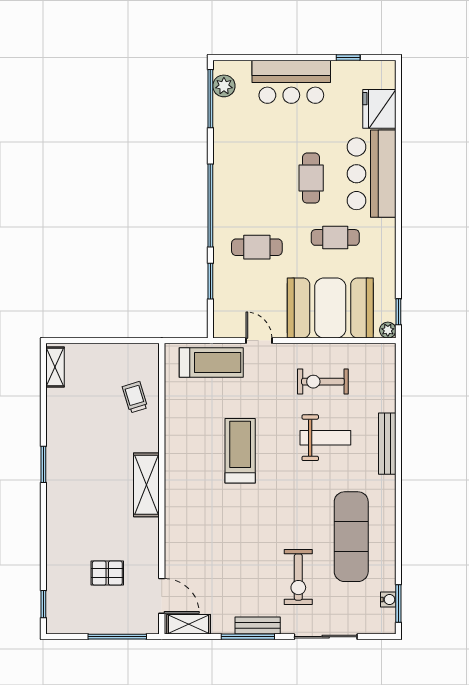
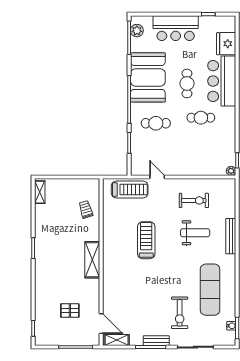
booth: (330, 308) -> (148, 77), moved, turned 90
exercise bike: (323, 382) -> (194, 200), turned 180

